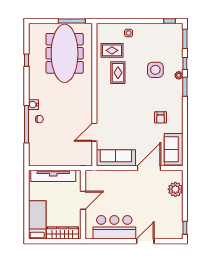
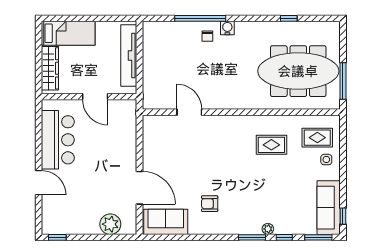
rug: (112, 50) -> (317, 138), moved, turned 90
side table: (155, 70) -> (275, 197), removed
sofa: (116, 158) -> (329, 208), moved, turned 180

